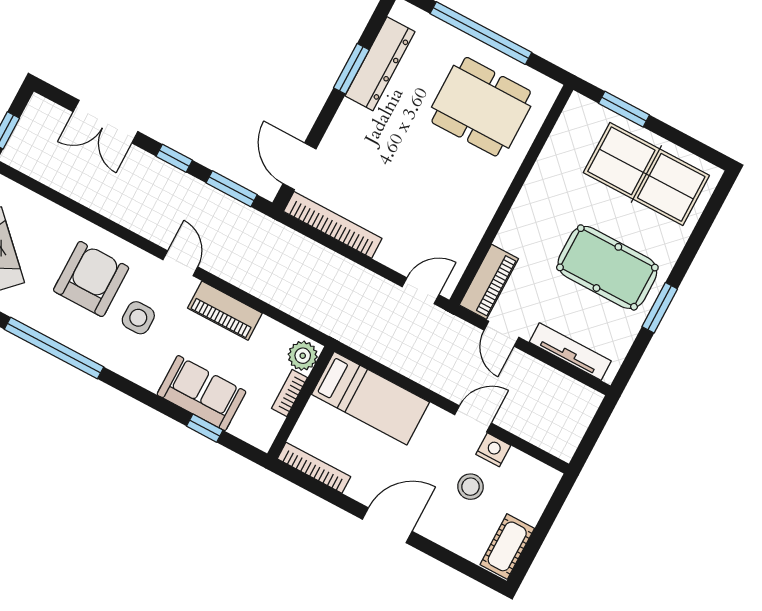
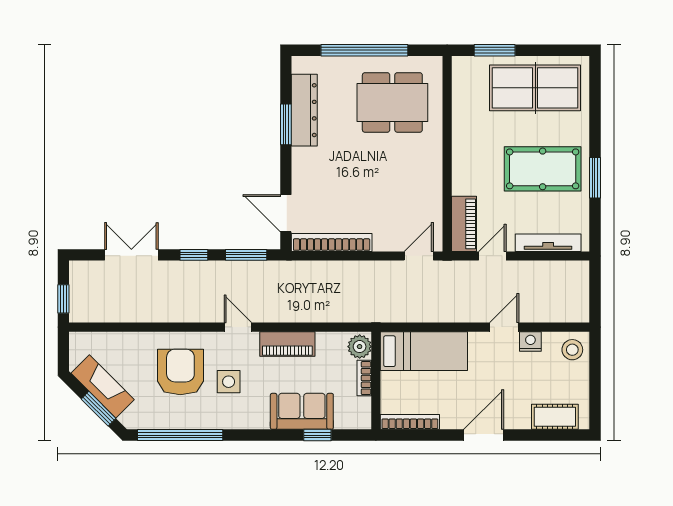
double door: (106, 122) -> (131, 255), swing flipped
door: (501, 334) -> (492, 256), swing flipped
stool: (471, 487) -> (572, 350), moved
cot: (507, 546) -> (555, 417), moved, turned 90

